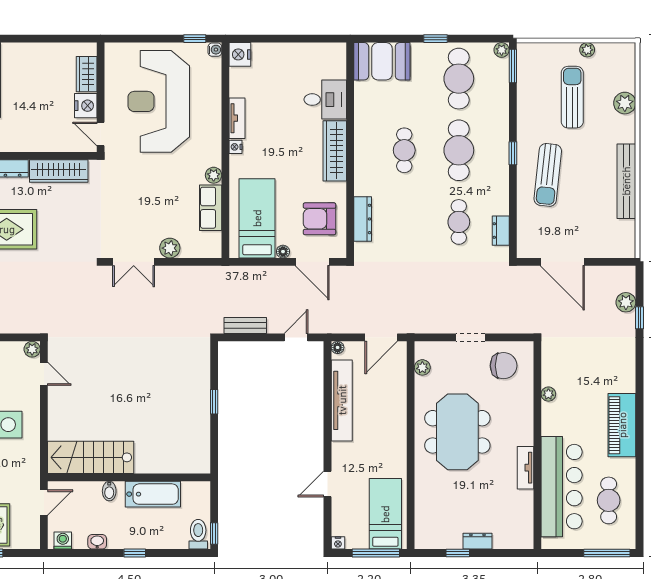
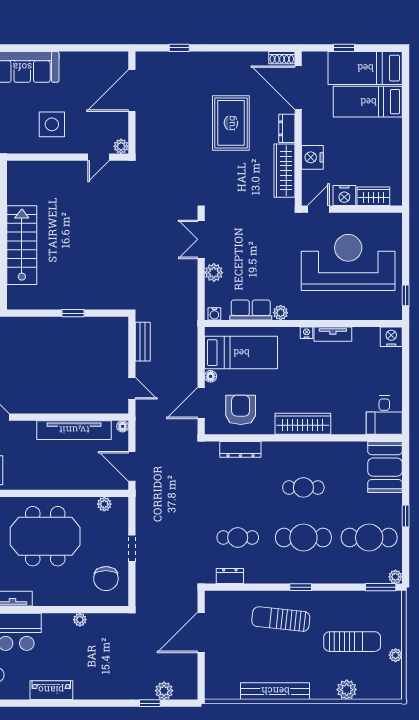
water cooler: (215, 50) -> (214, 314), moved
desk: (325, 100) -> (384, 415), moved
nightstand: (44, 140) -> (312, 157), added
piano: (622, 425) -> (51, 690), width x0.73, depth x0.75
stairs: (91, 457) -> (22, 245), moved

